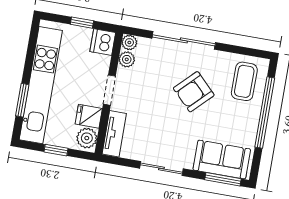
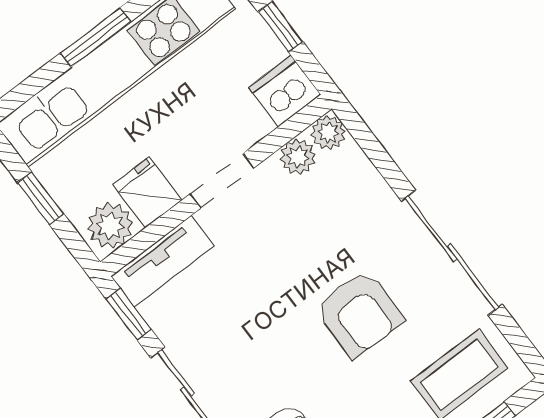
sliding door: (184, 40) -> (452, 253), moved
armchair: (194, 92) -> (359, 314), turned -135
window: (22, 100) -> (96, 37), moved
window: (119, 161) -> (129, 314), added

